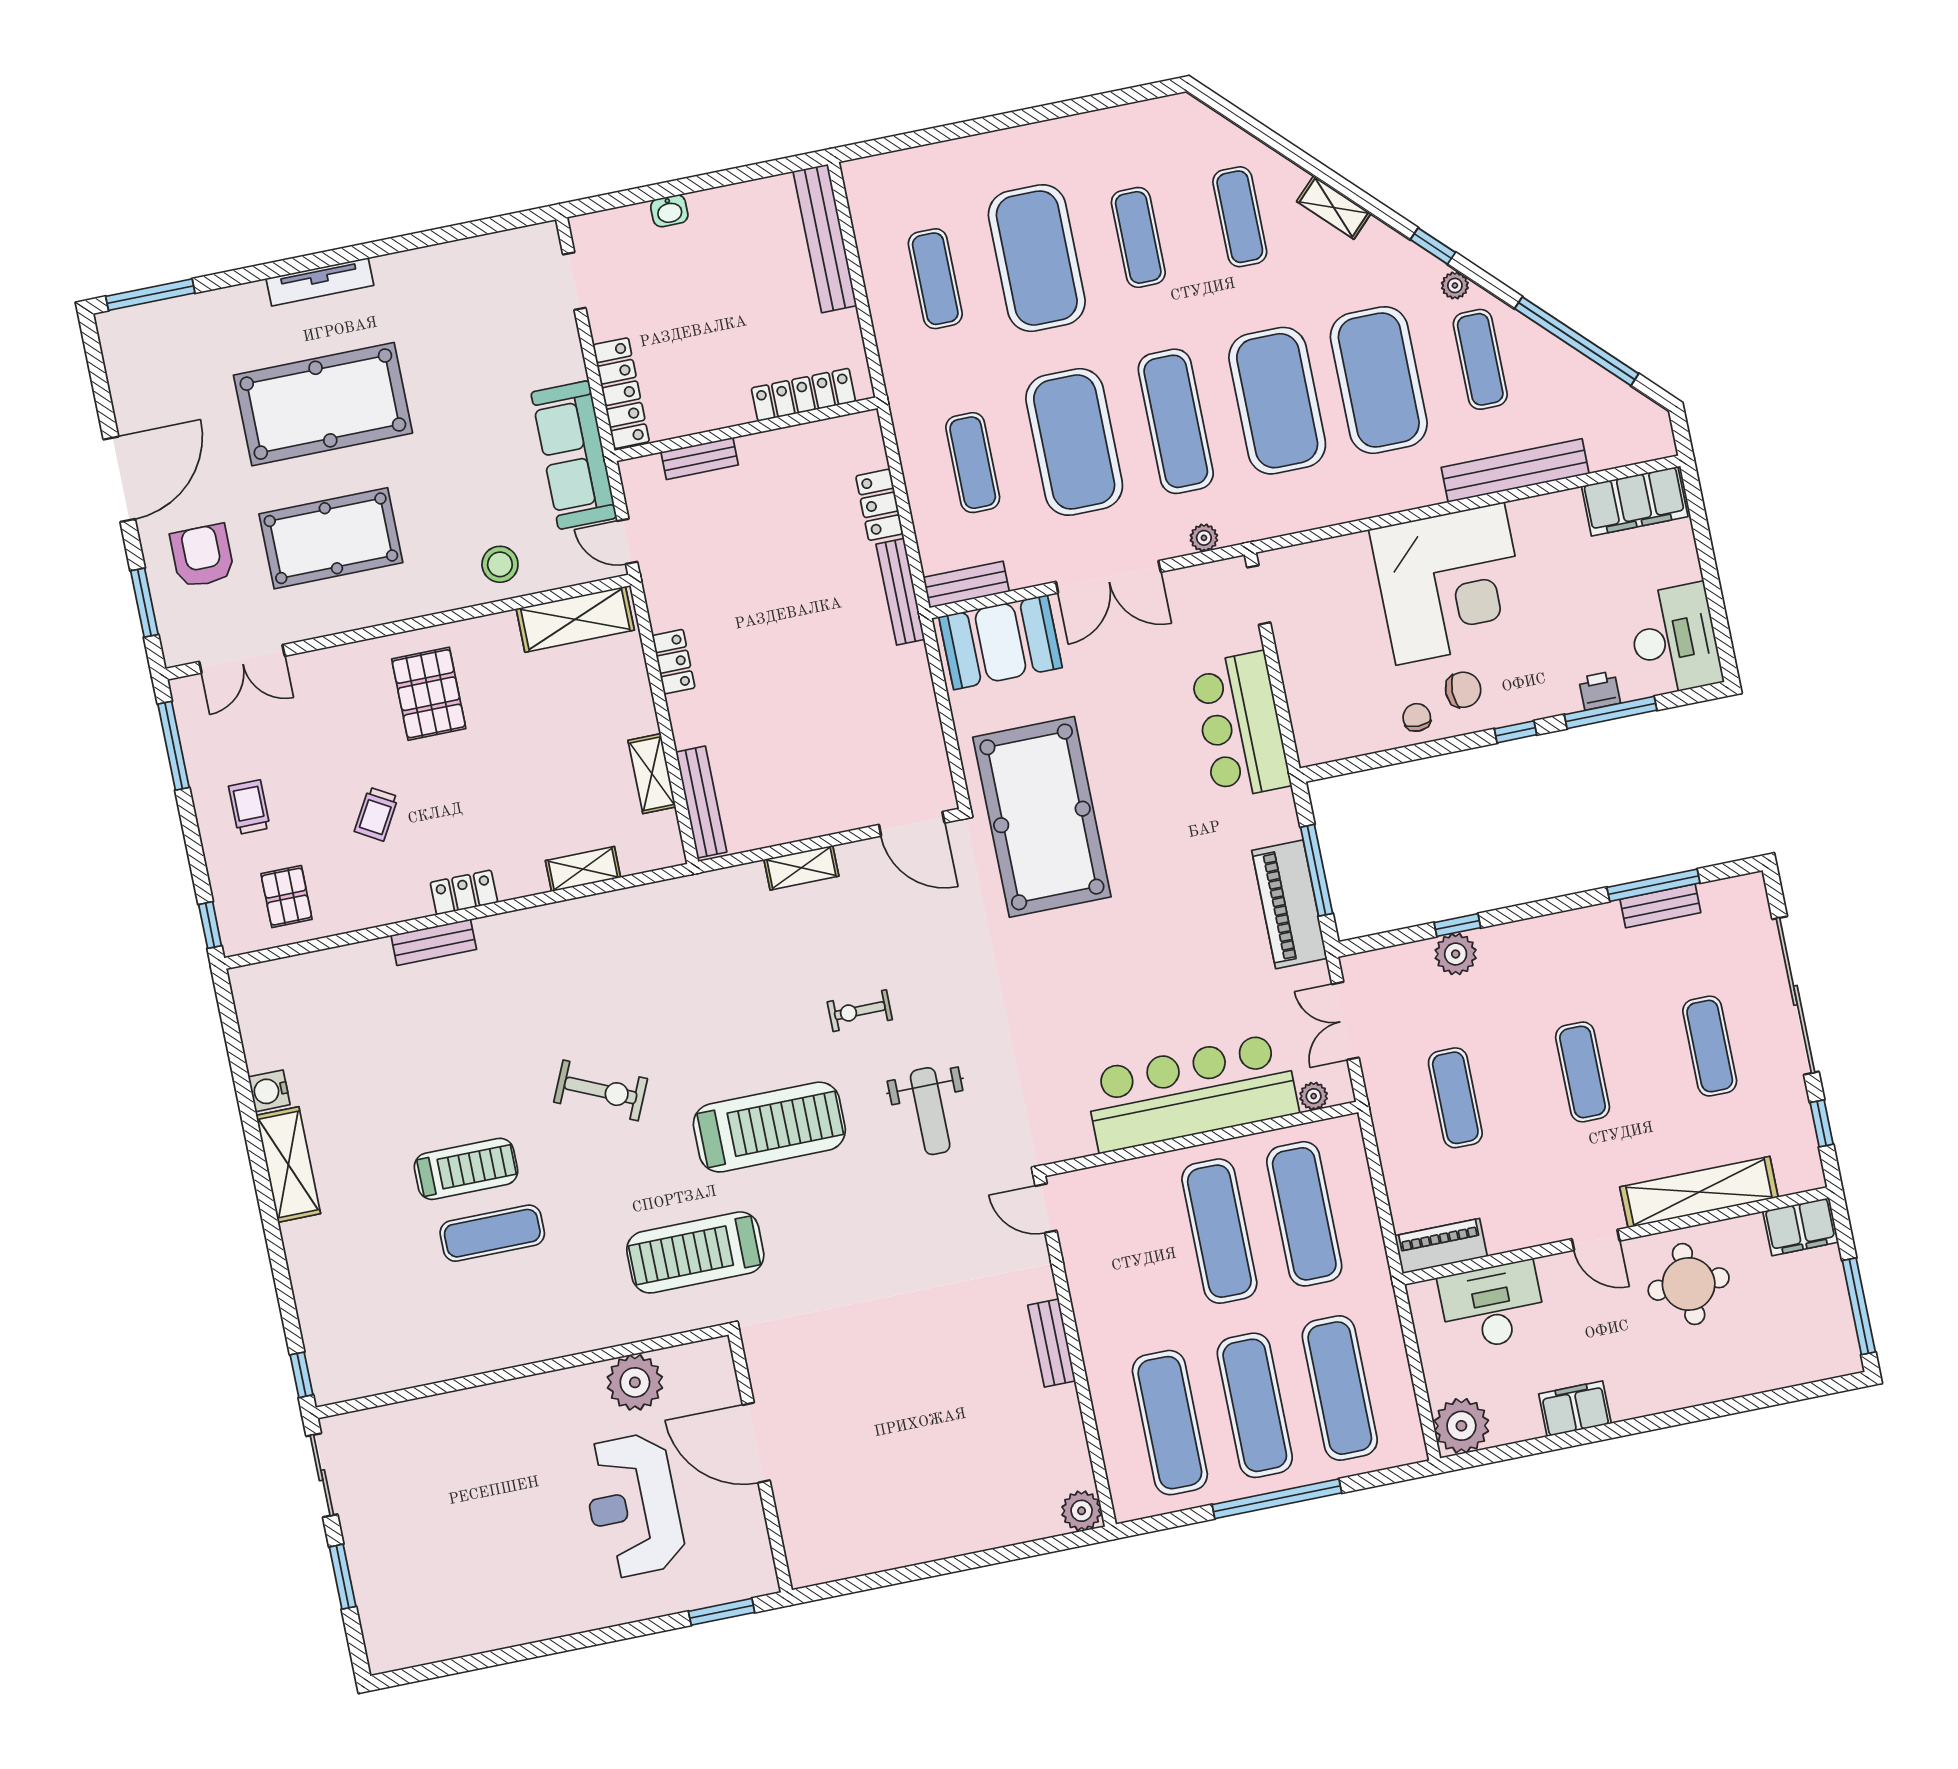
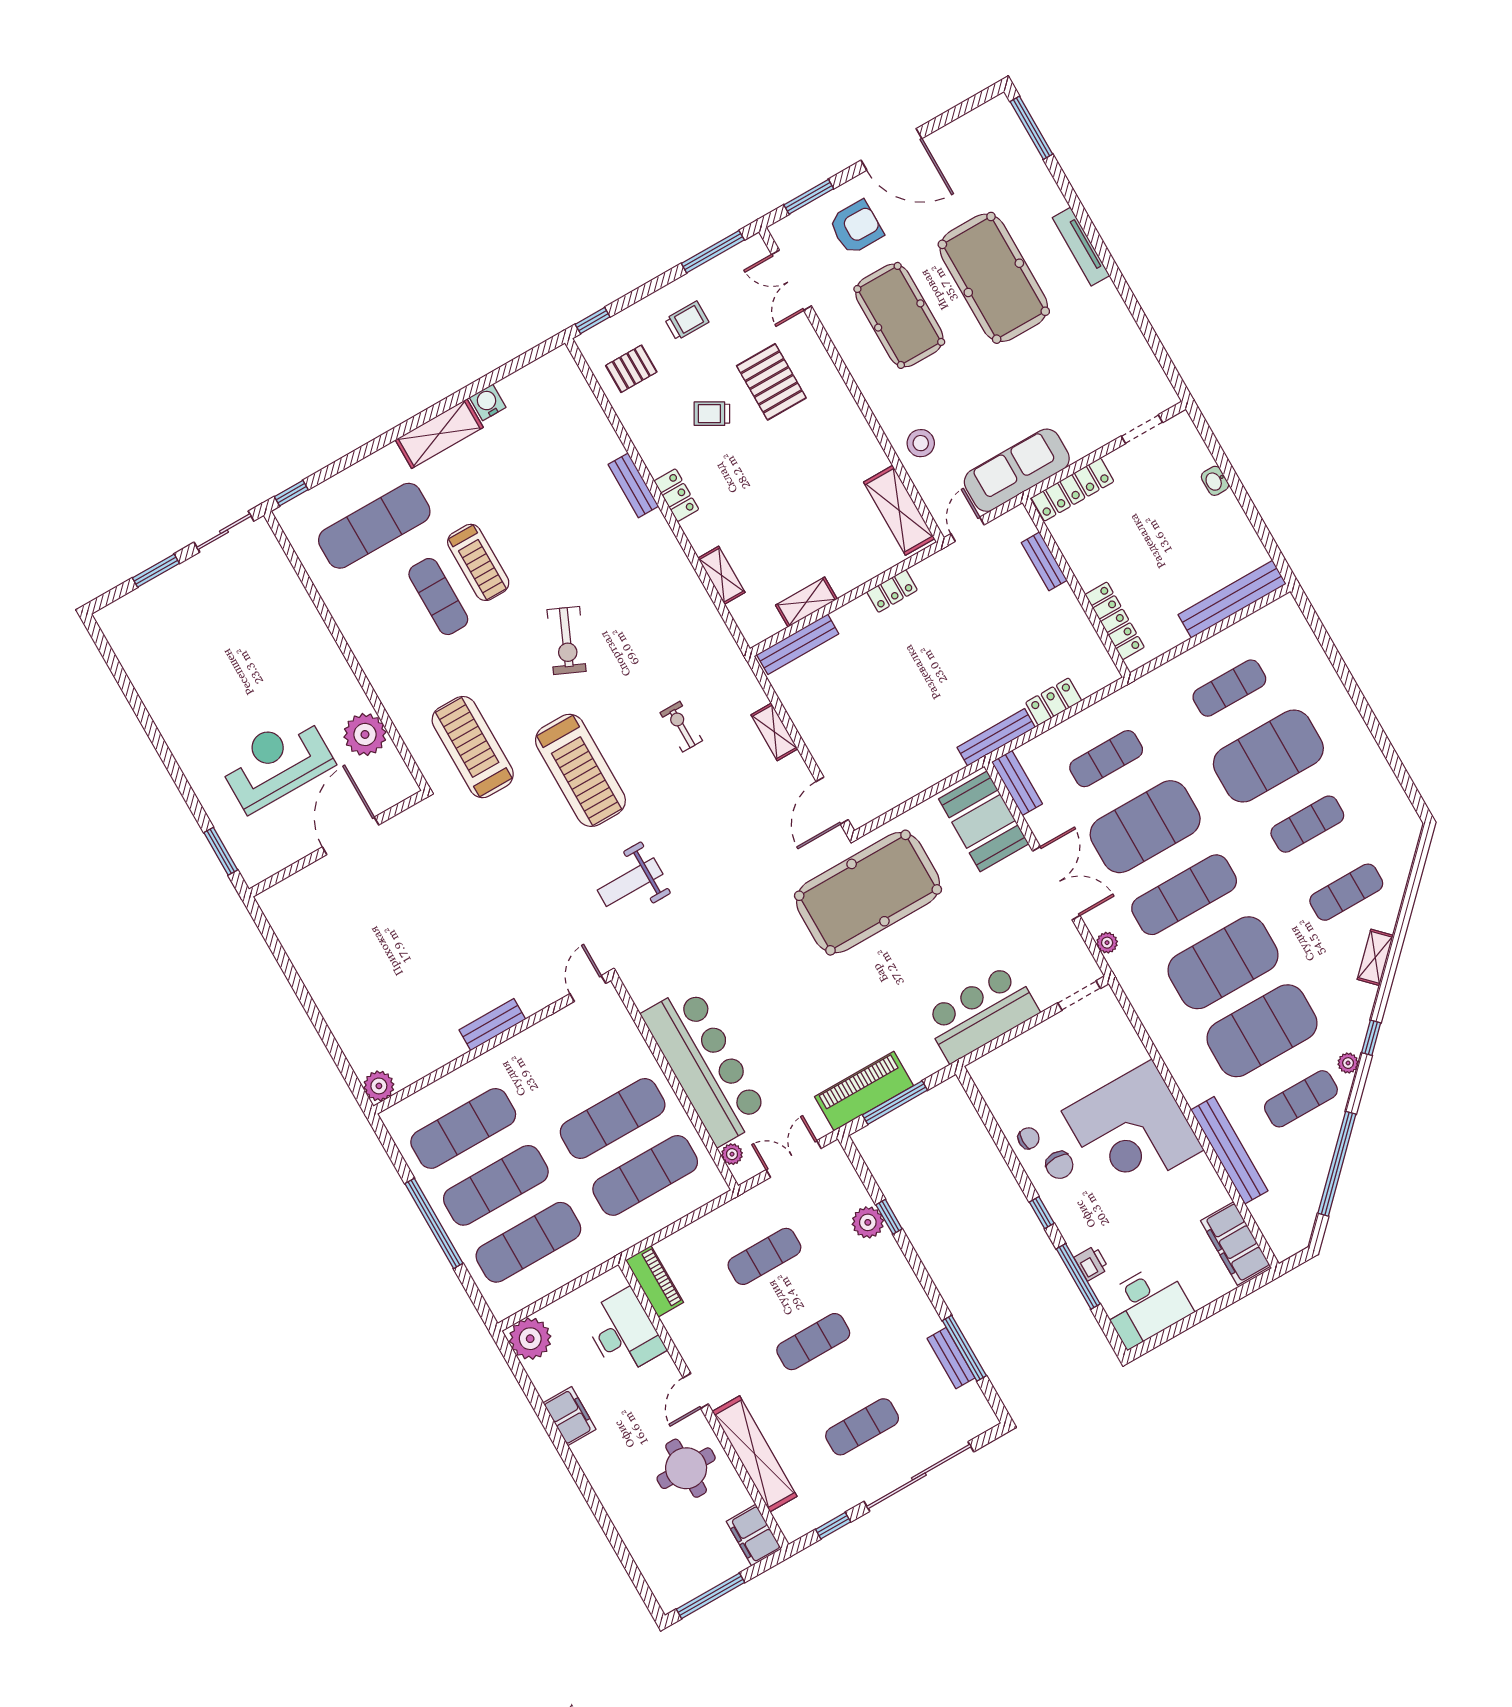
double door: (1108, 577) -> (1056, 883), swing flipped
pallet: (429, 694) -> (771, 382), moved, turned 90
exercise bike: (860, 1011) -> (681, 727), moved
exercise mat: (377, 1284) -> (374, 526), added

